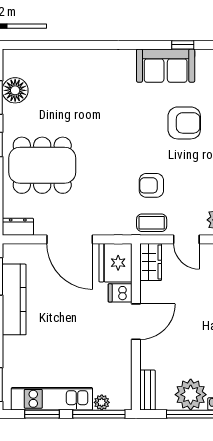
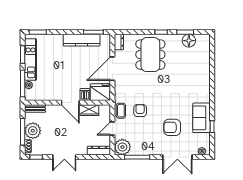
armchair: (184, 123) -> (172, 127), turned 90
wardrobe: (151, 262) -> (89, 110), moved

